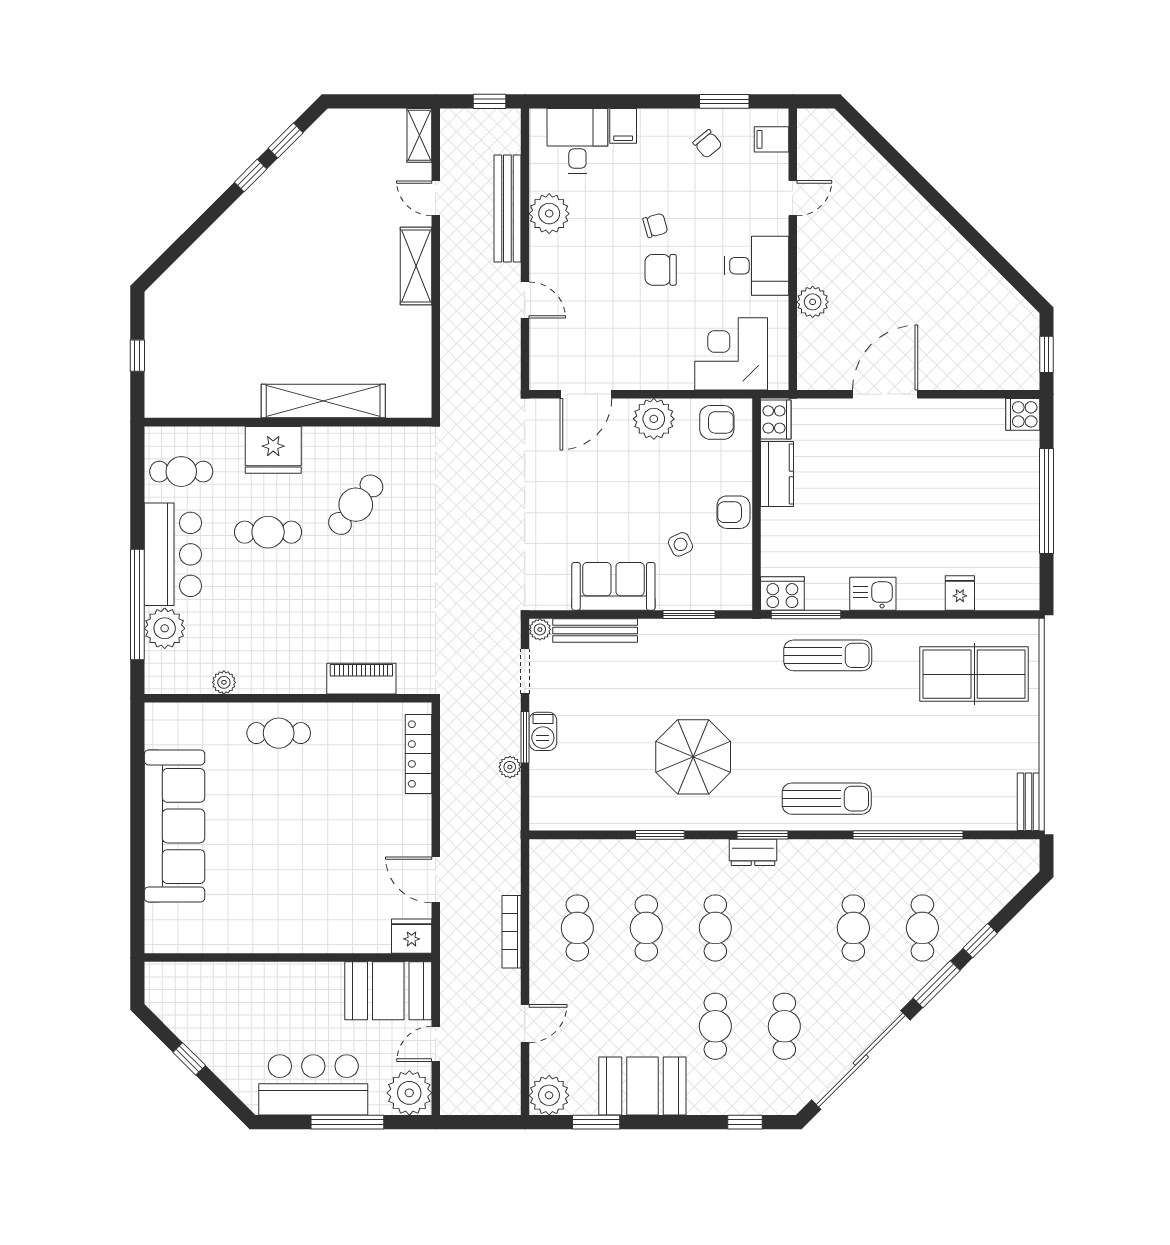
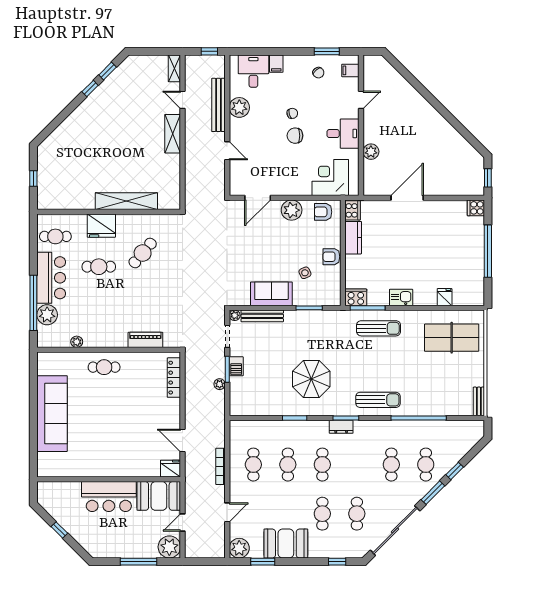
armchair: (717, 422) -> (323, 212), turned 180
bar counter: (313, 1085) -> (109, 497), moved, turned 180

